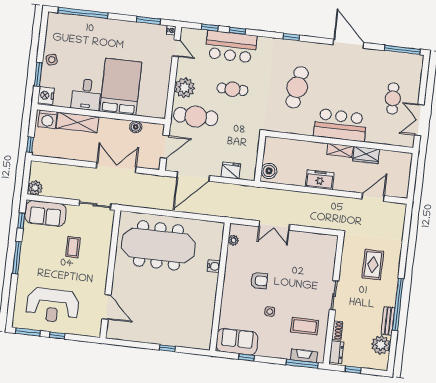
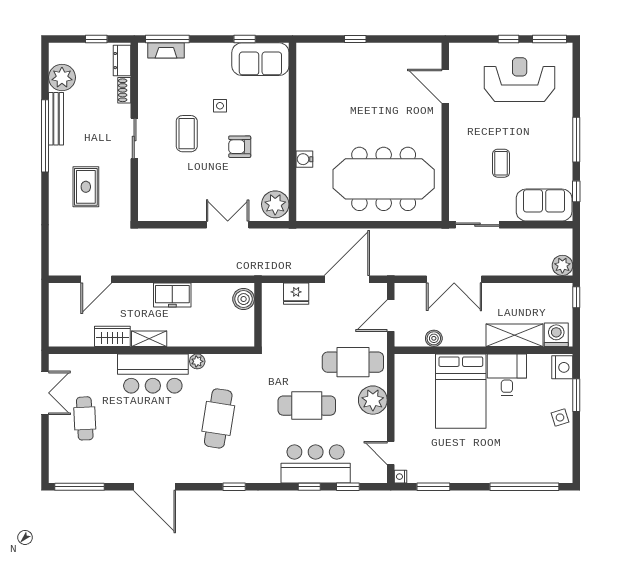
cafe table: (232, 89) -> (307, 406), width x1.37, depth x1.35
plant: (307, 130) -> (197, 361), added
plant: (35, 188) -> (562, 265), moved
plant: (233, 240) -> (275, 204), width x1.88, depth x1.88
bench: (388, 321) -> (56, 119), width x1.36
coffee table: (305, 326) -> (187, 134), moved, turned 90

